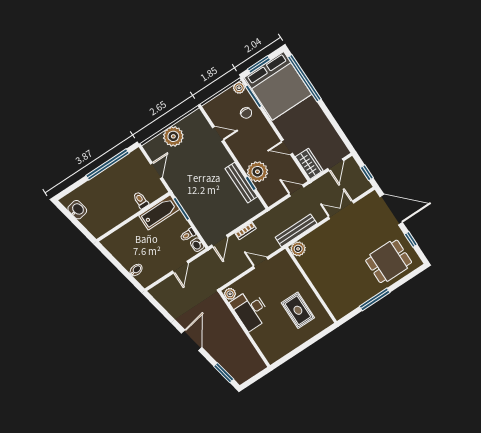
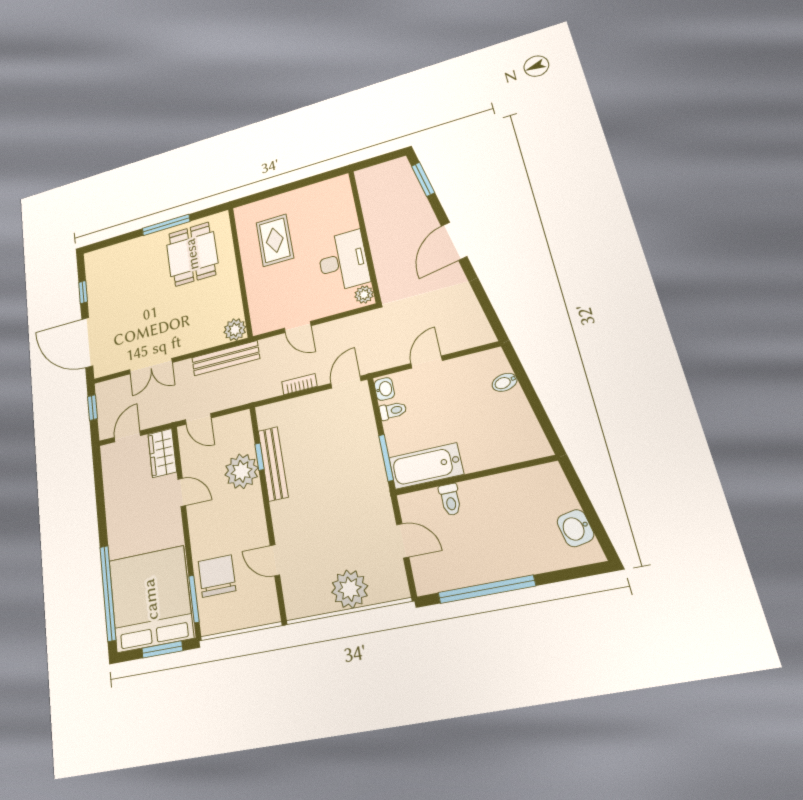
plant: (239, 88) -> (209, 625), removed
chair: (246, 113) -> (217, 576), width x1.87, depth x1.87
door: (156, 171) -> (403, 541), swing flipped
dining table: (389, 261) -> (192, 254), moved, turned 90

